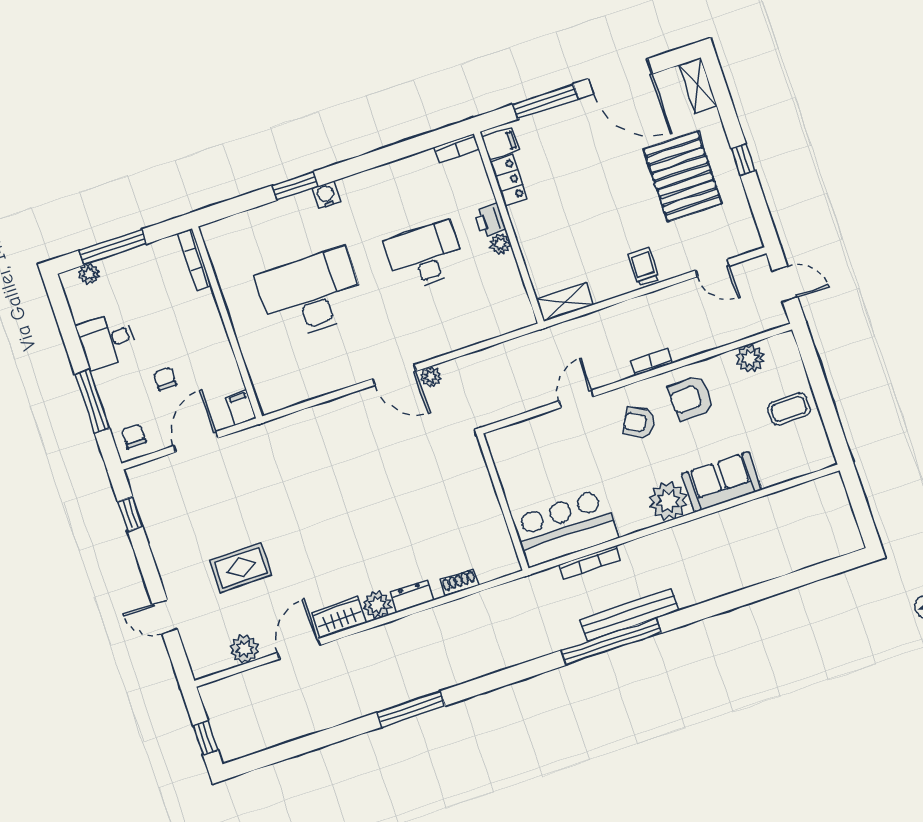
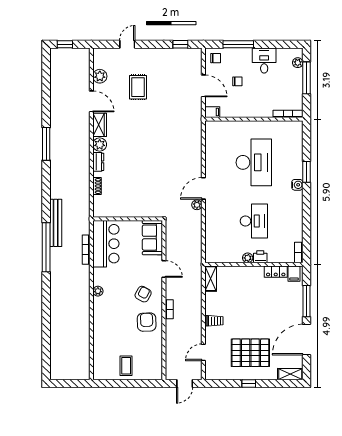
plant: (750, 358) -> (156, 356), removed
sofa: (722, 482) -> (152, 238), moved, turned 180
plant: (668, 501) -> (98, 291), width x0.53, depth x0.53
bench: (629, 615) -> (56, 223), moved

